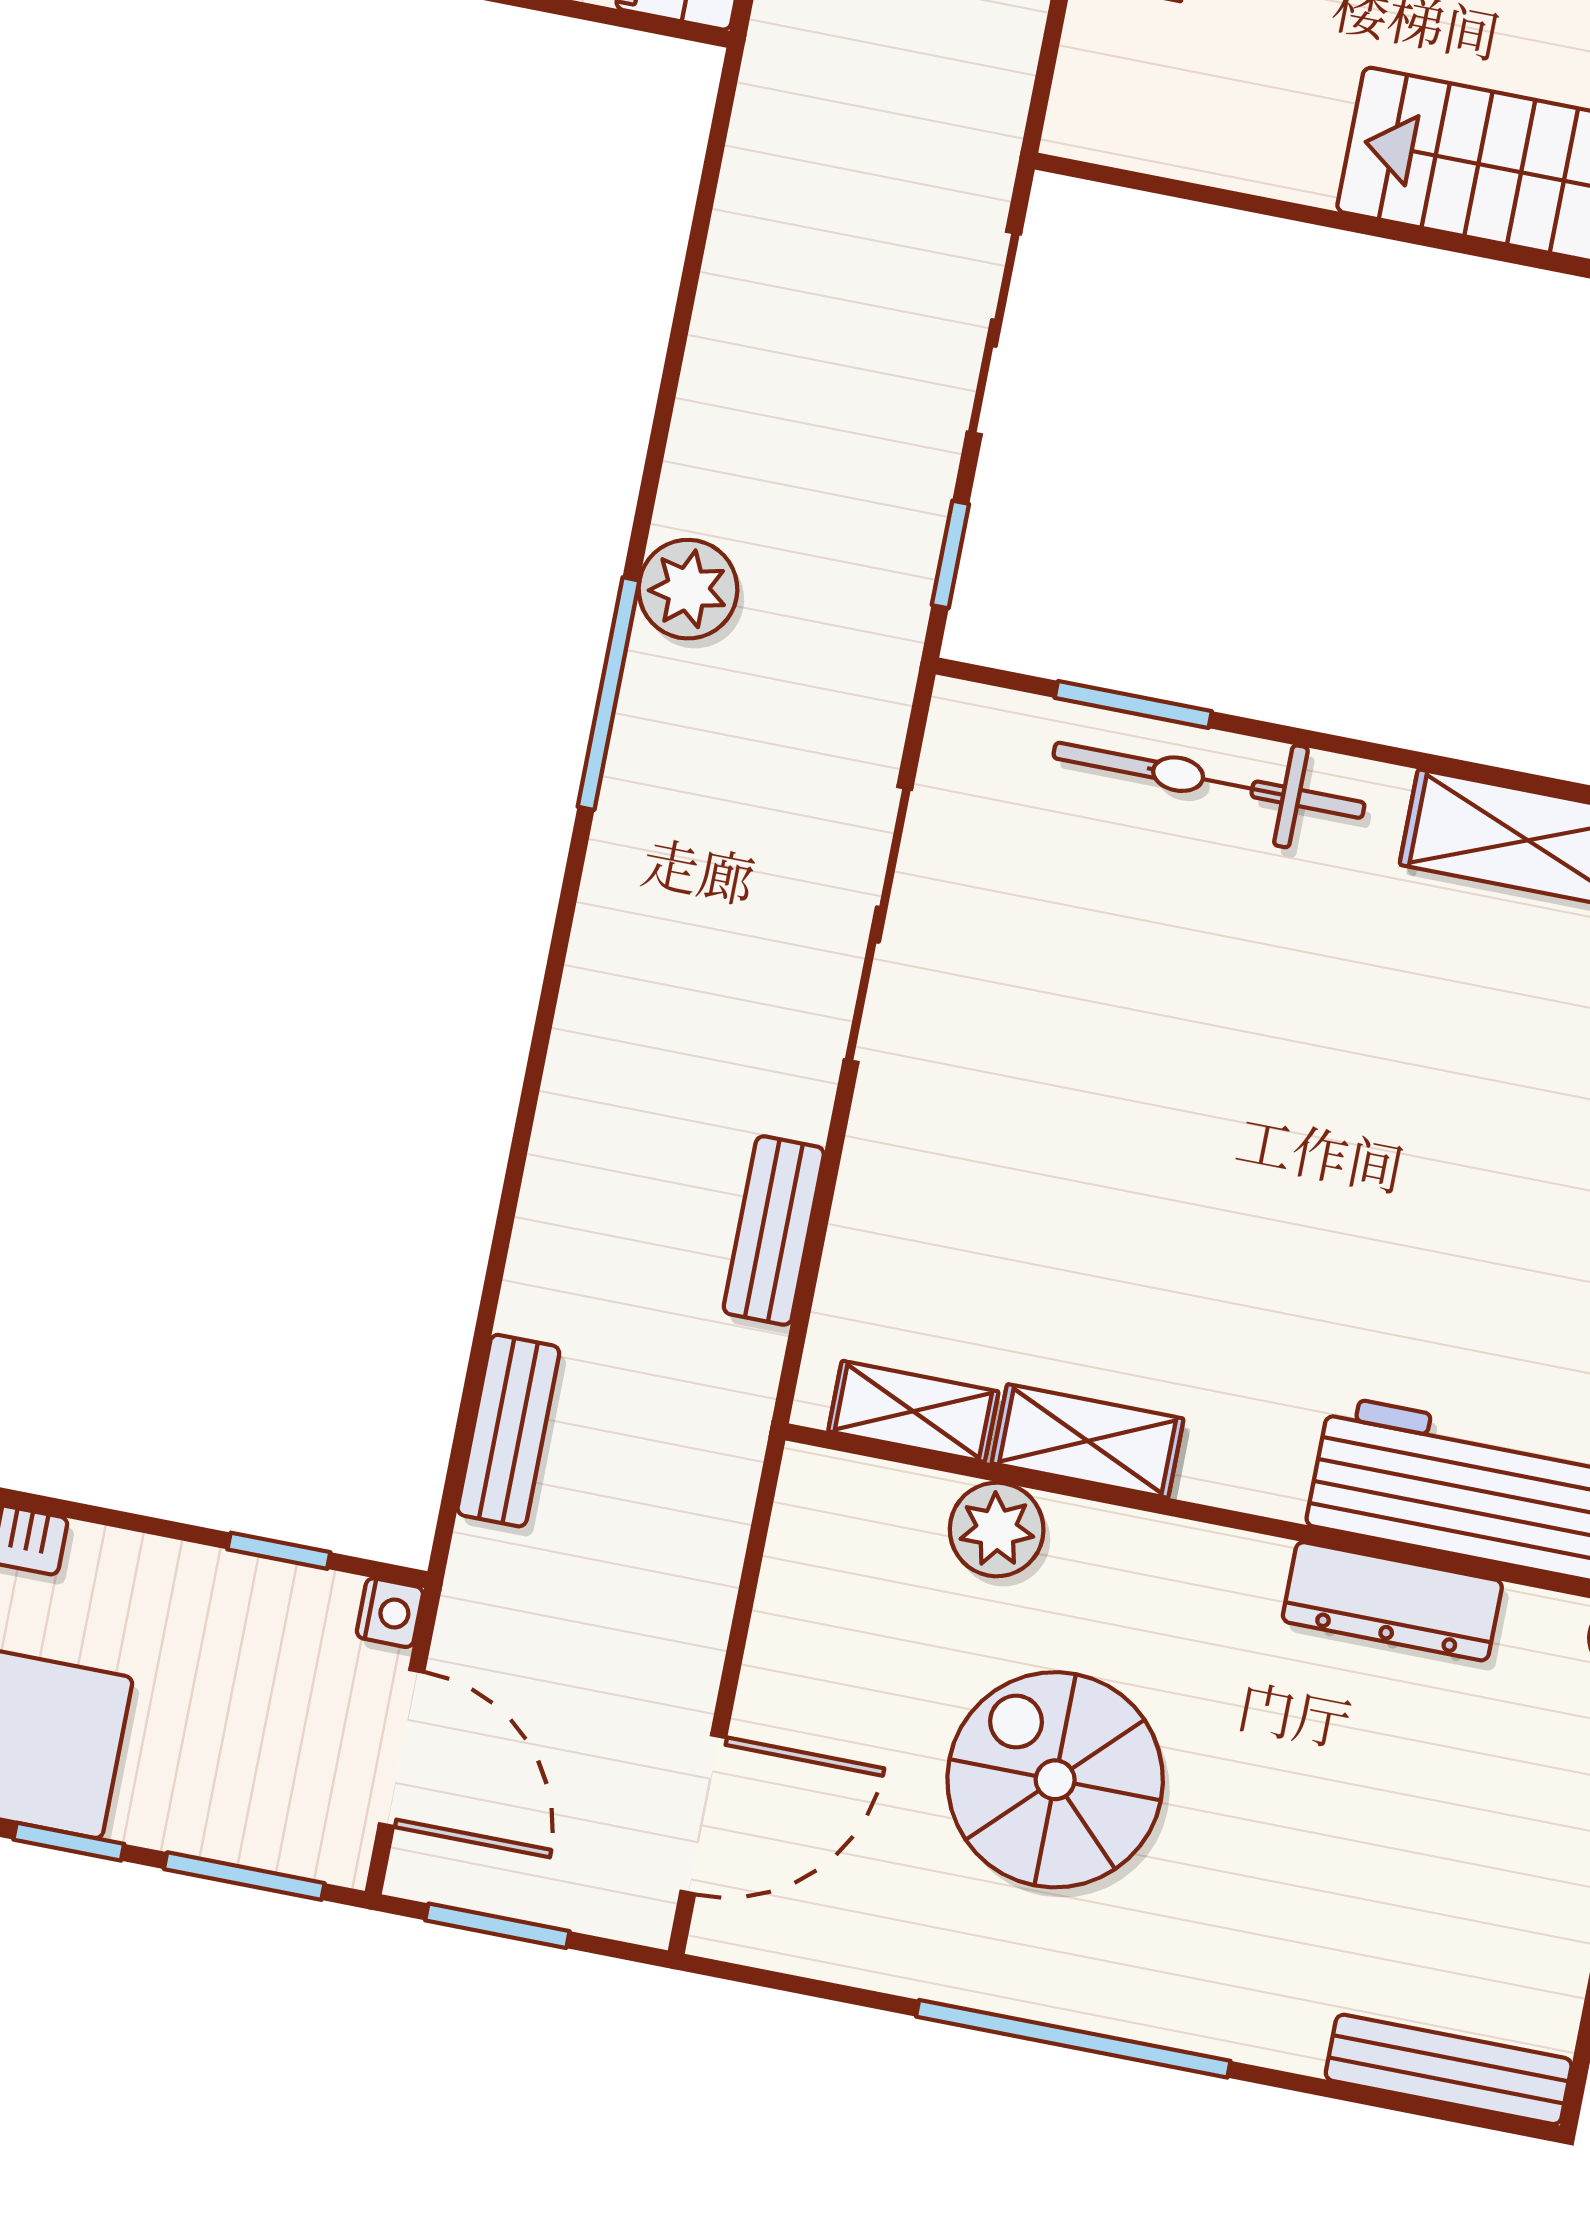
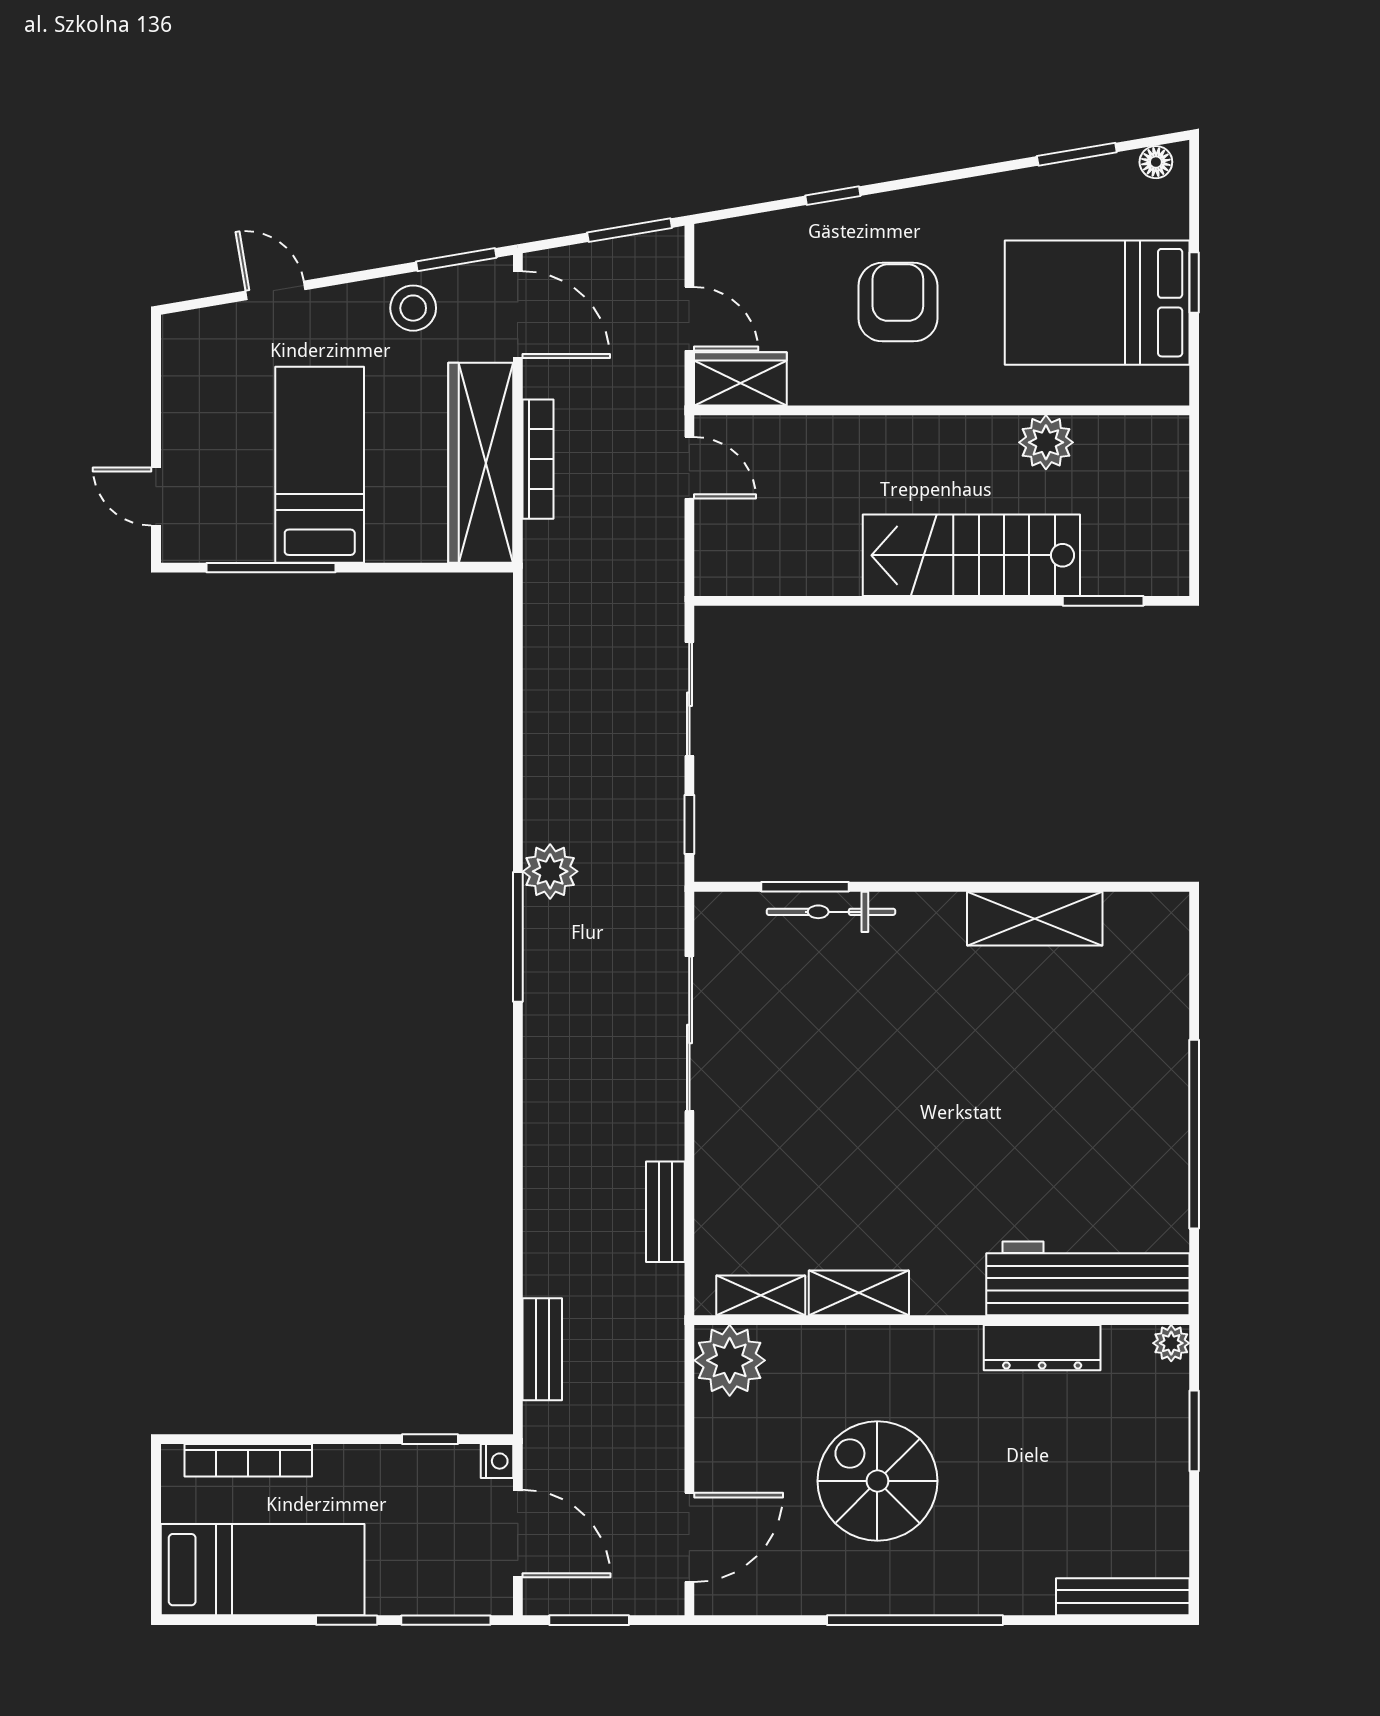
bicycle: (1209, 780) -> (831, 912), width x0.73, depth x0.71
plant: (997, 1530) -> (730, 1360), moved, width x1.36, depth x1.36

